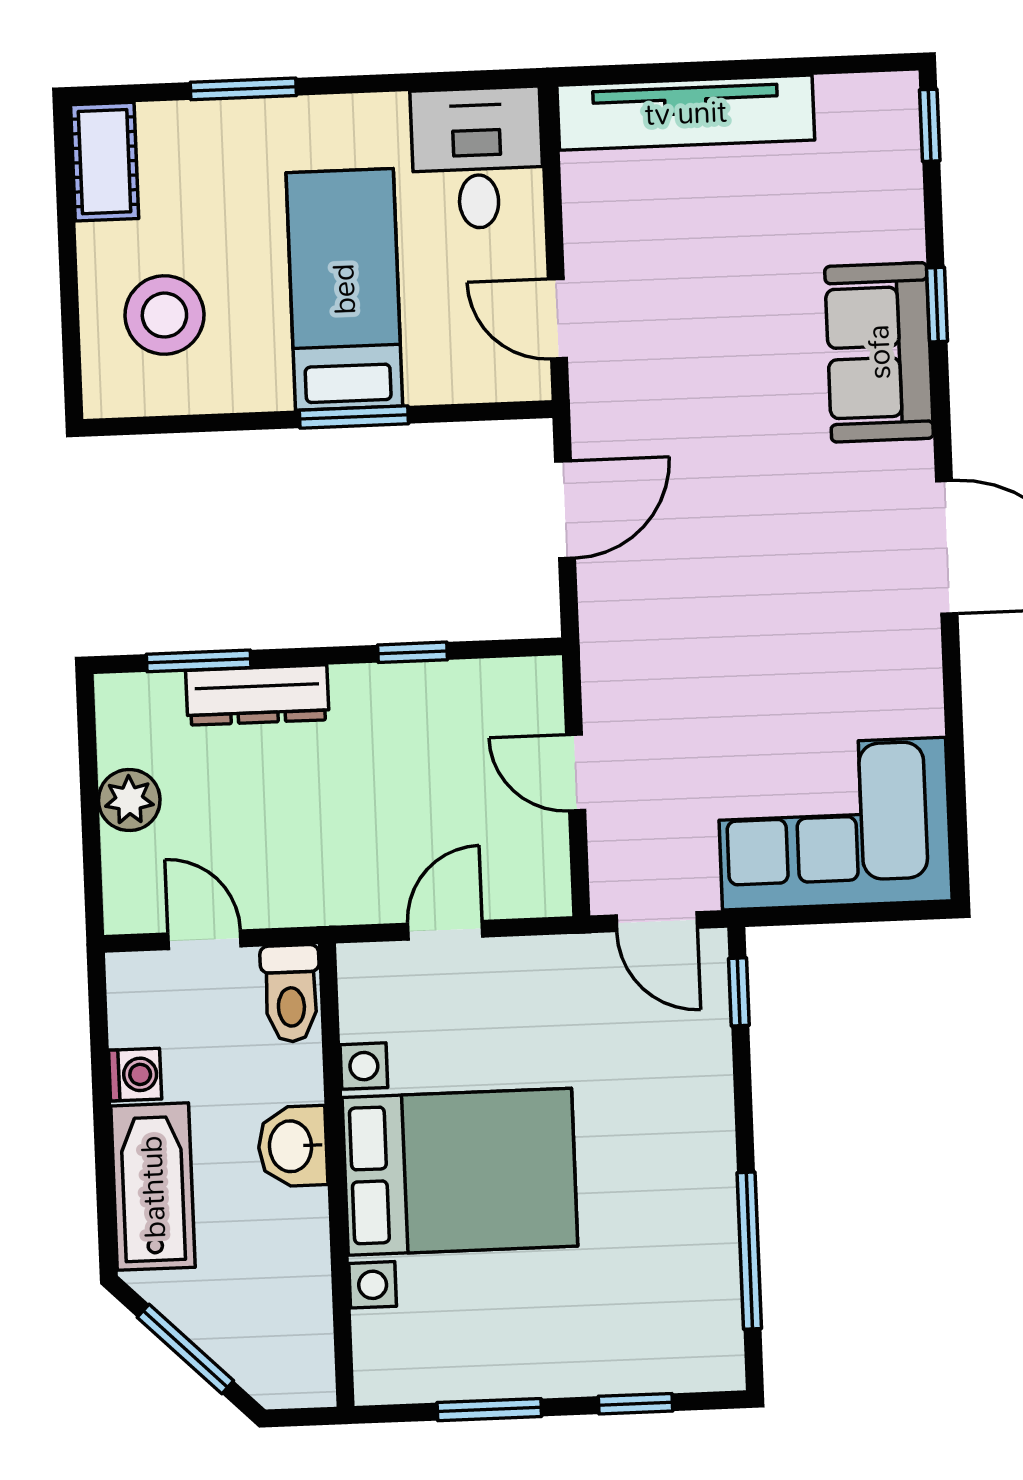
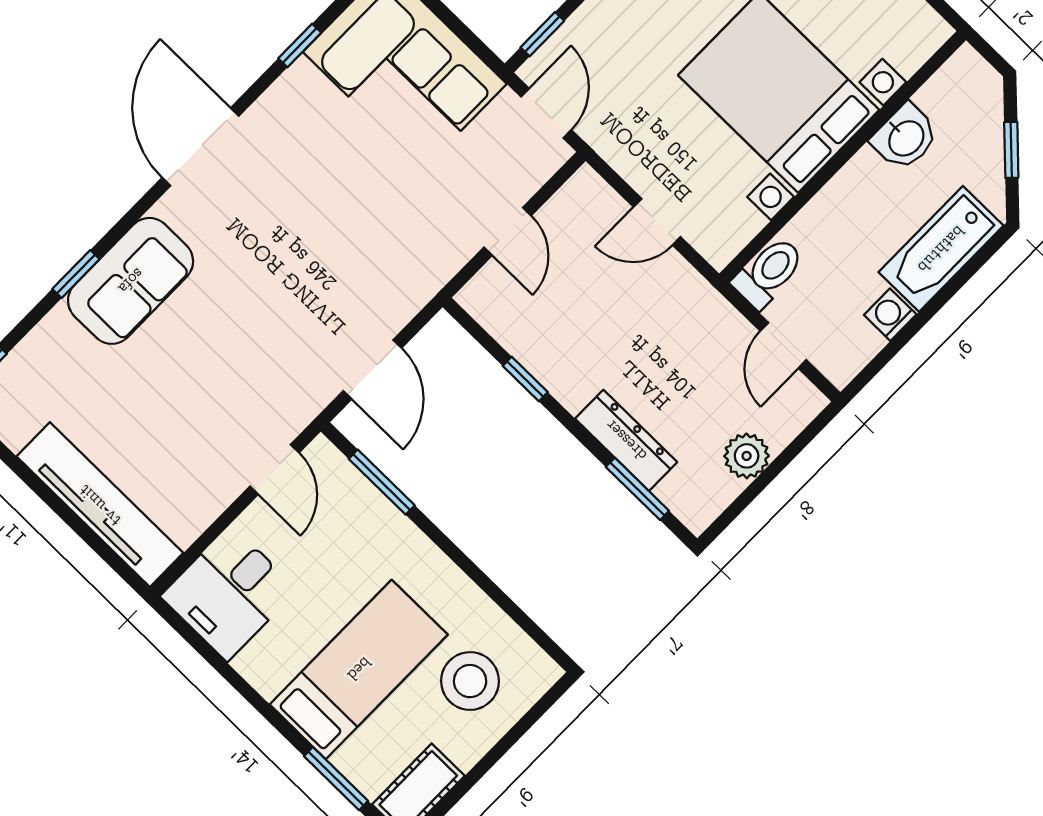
window: (243, 89) -> (336, 779), moved
bed: (344, 289) -> (359, 669), moved, turned 180
window: (354, 417) -> (382, 482), moved
door: (565, 510) -> (372, 369), swing flipped
window: (954, 740) -> (300, 45), added
washbasin: (293, 1146) -> (905, 137), moved
window: (185, 1349) -> (1011, 150), width x0.67

